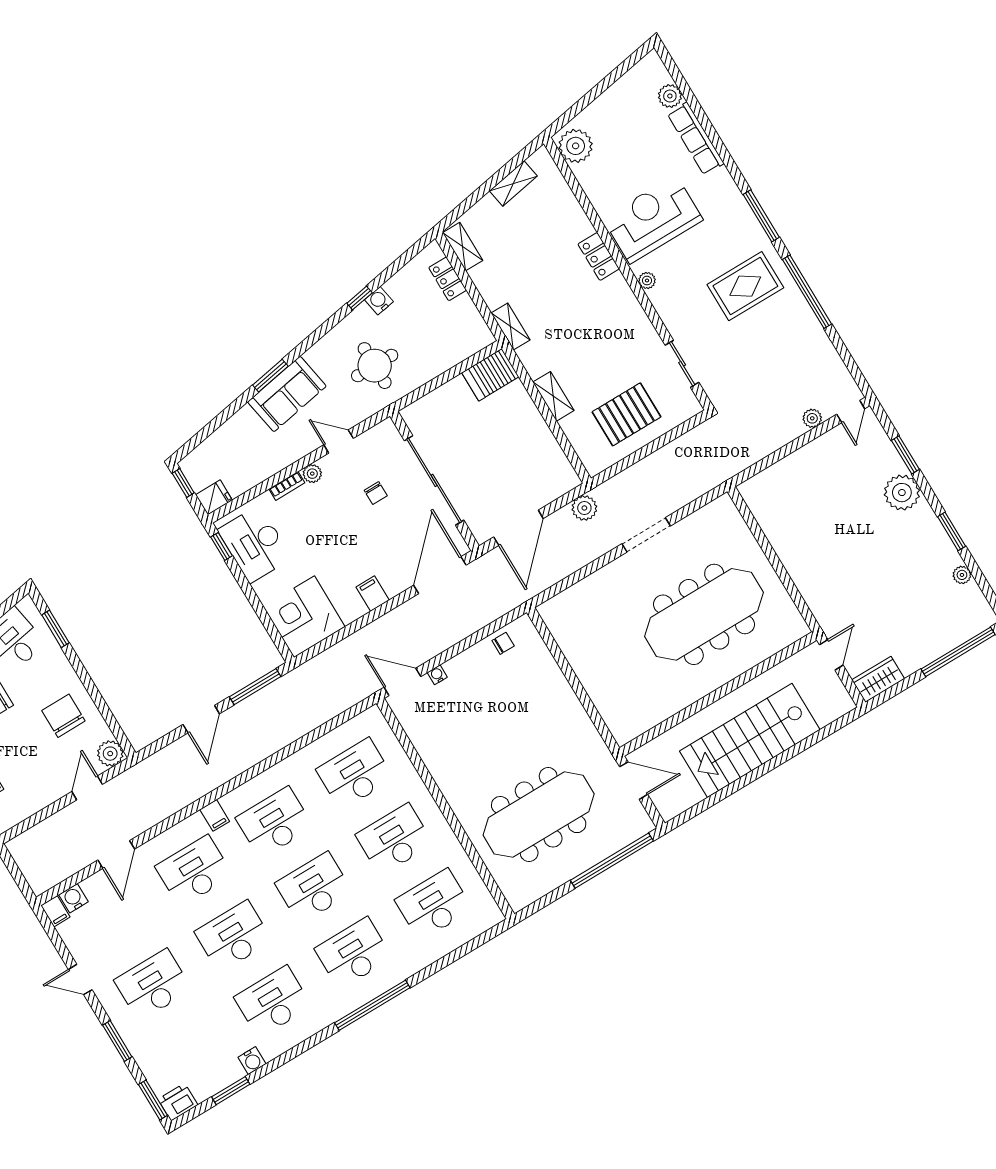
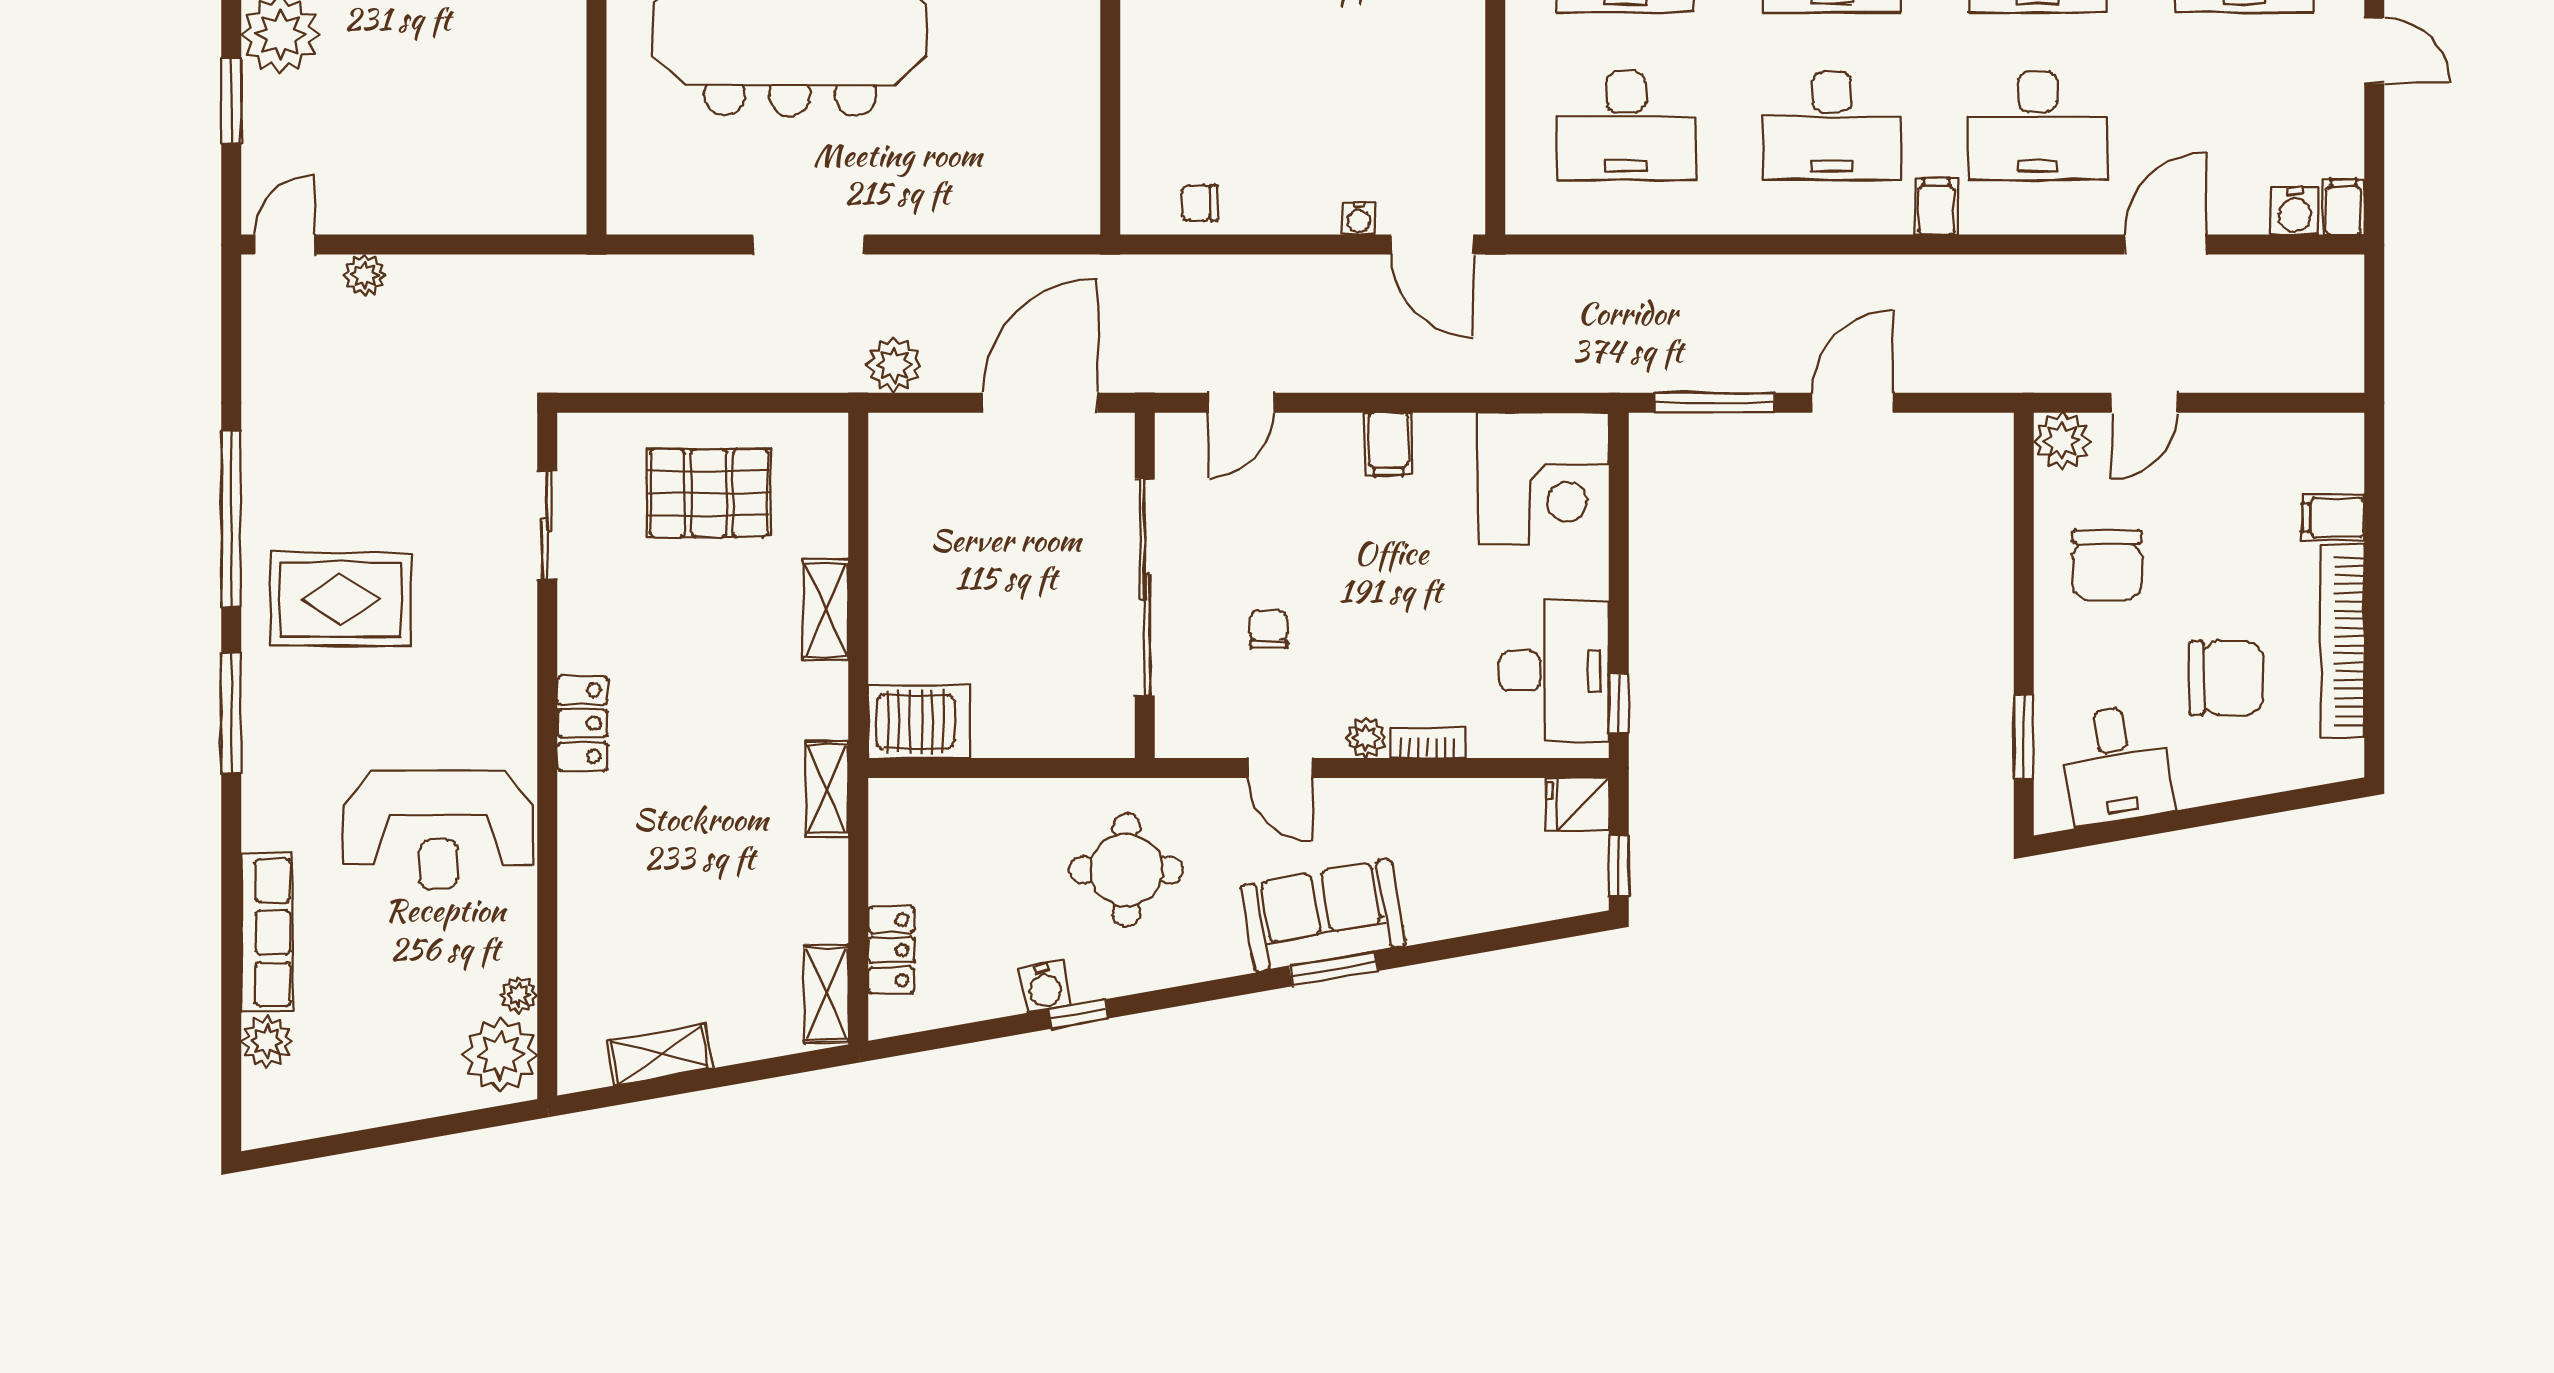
locker: (599, 256) -> (582, 723), moved
plant: (647, 281) -> (519, 995), moved
door: (440, 575) -> (1241, 403), width x0.53

